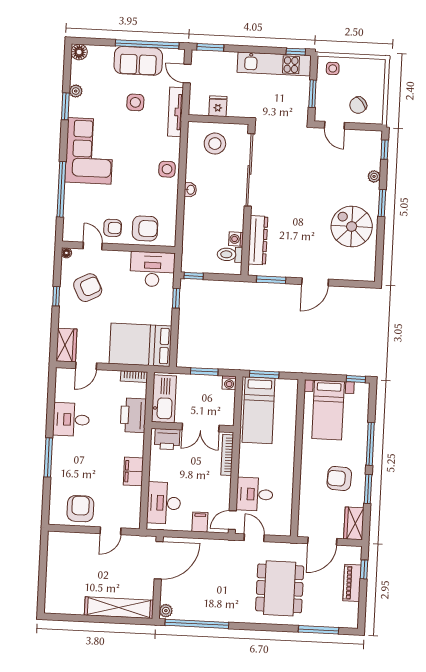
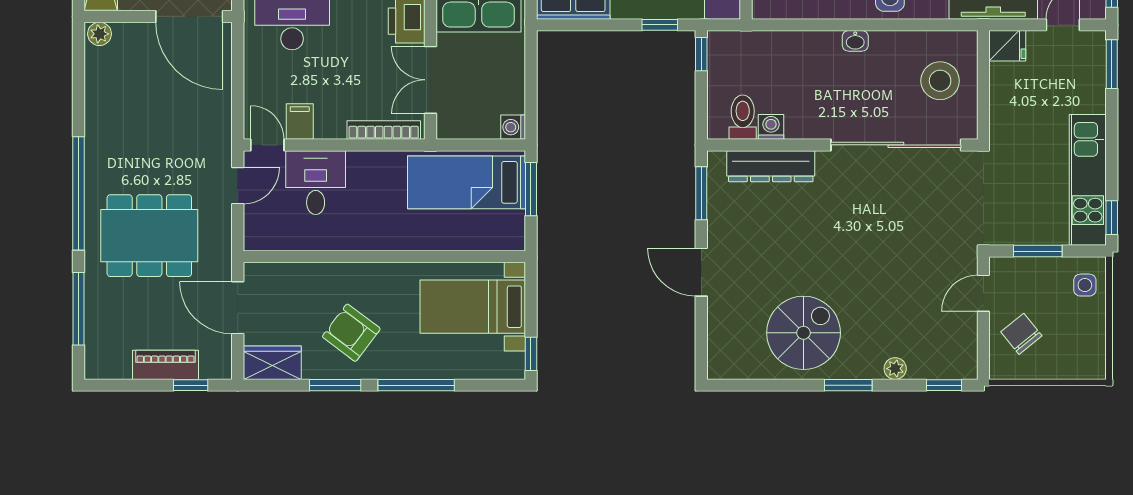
fridge: (218, 106) -> (1007, 46), moved
window: (204, 372) -> (531, 82), removed
armchair: (339, 478) -> (351, 333), turned -56
filing cabinet: (200, 522) -> (300, 122), moved, turned -90
window: (197, 624) -> (79, 193), moved

